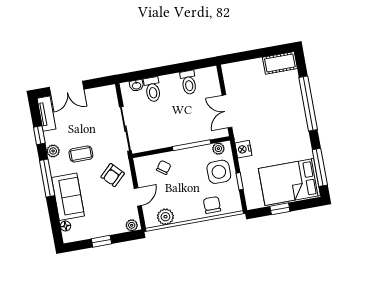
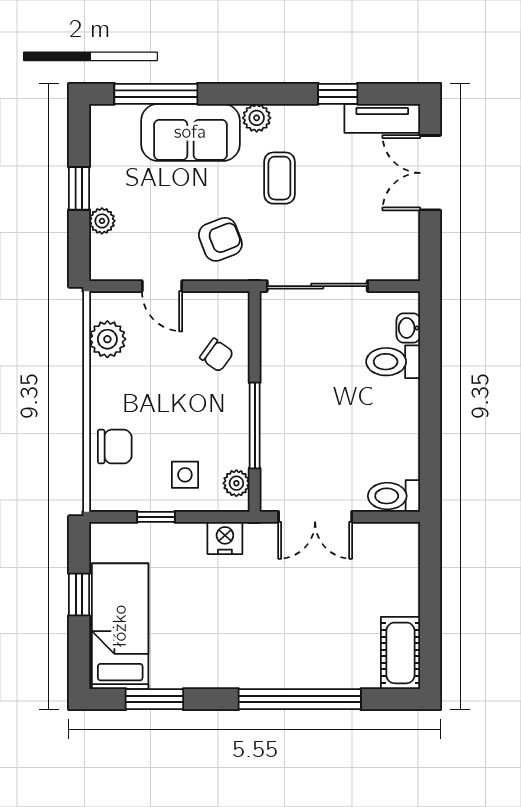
toilet: (189, 82) -> (394, 496), moved
double door: (227, 111) -> (315, 517), swing flipped
plant: (53, 151) -> (257, 118), moved
window: (320, 167) -> (154, 699), width x0.69
side table: (219, 172) -> (185, 475), width x0.54, depth x0.54
armchair: (113, 175) -> (220, 239), turned 113
window: (47, 178) -> (156, 94), moved
bed: (289, 182) -> (120, 626), width x0.67
plant: (132, 225) -> (102, 221), moved
floor lamp: (66, 226) -> (127, 115), removed

